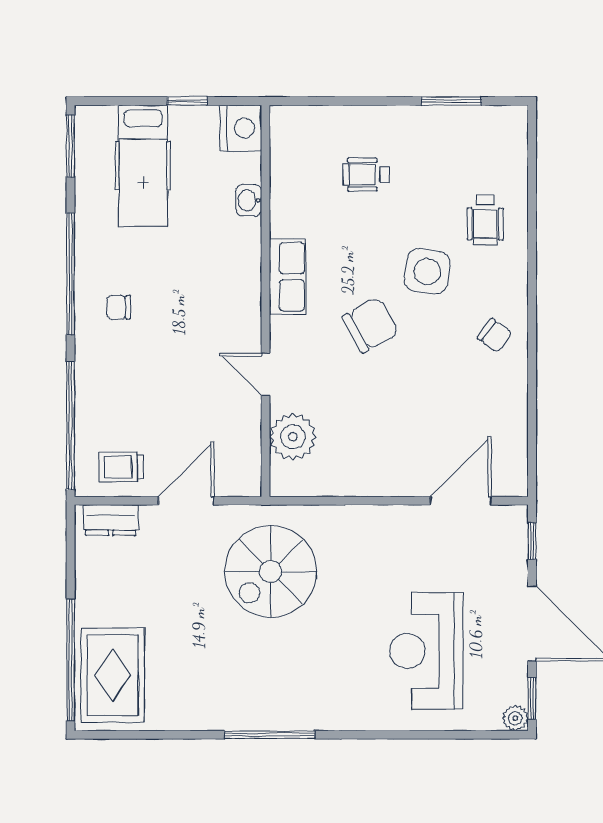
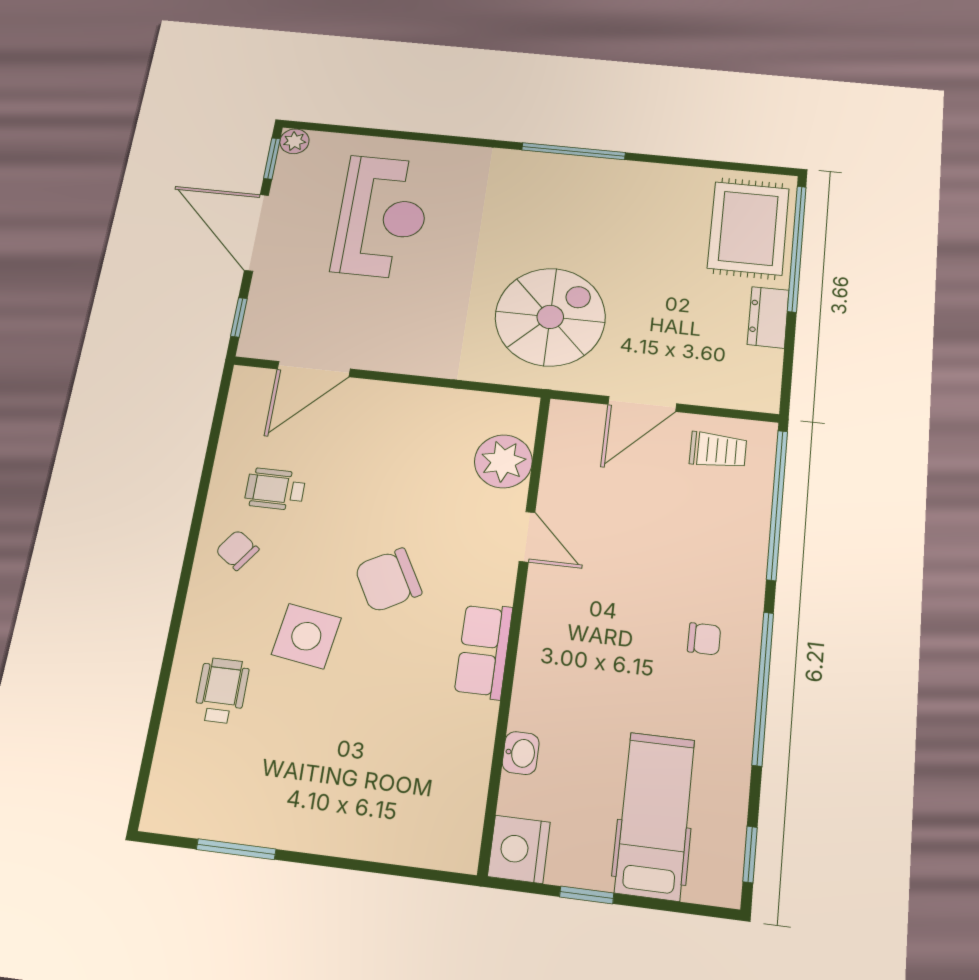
window: (71, 146) -> (750, 854), width x0.67
wheelchair: (366, 175) -> (275, 489), moved, turned 180
dresser: (111, 520) -> (768, 317), moved, turned -90

